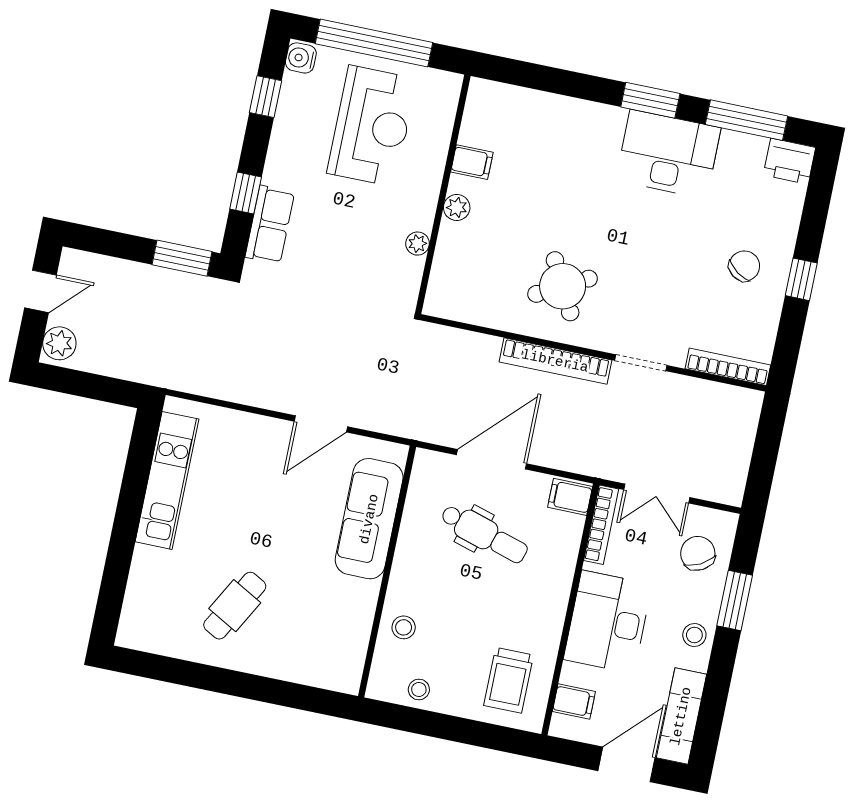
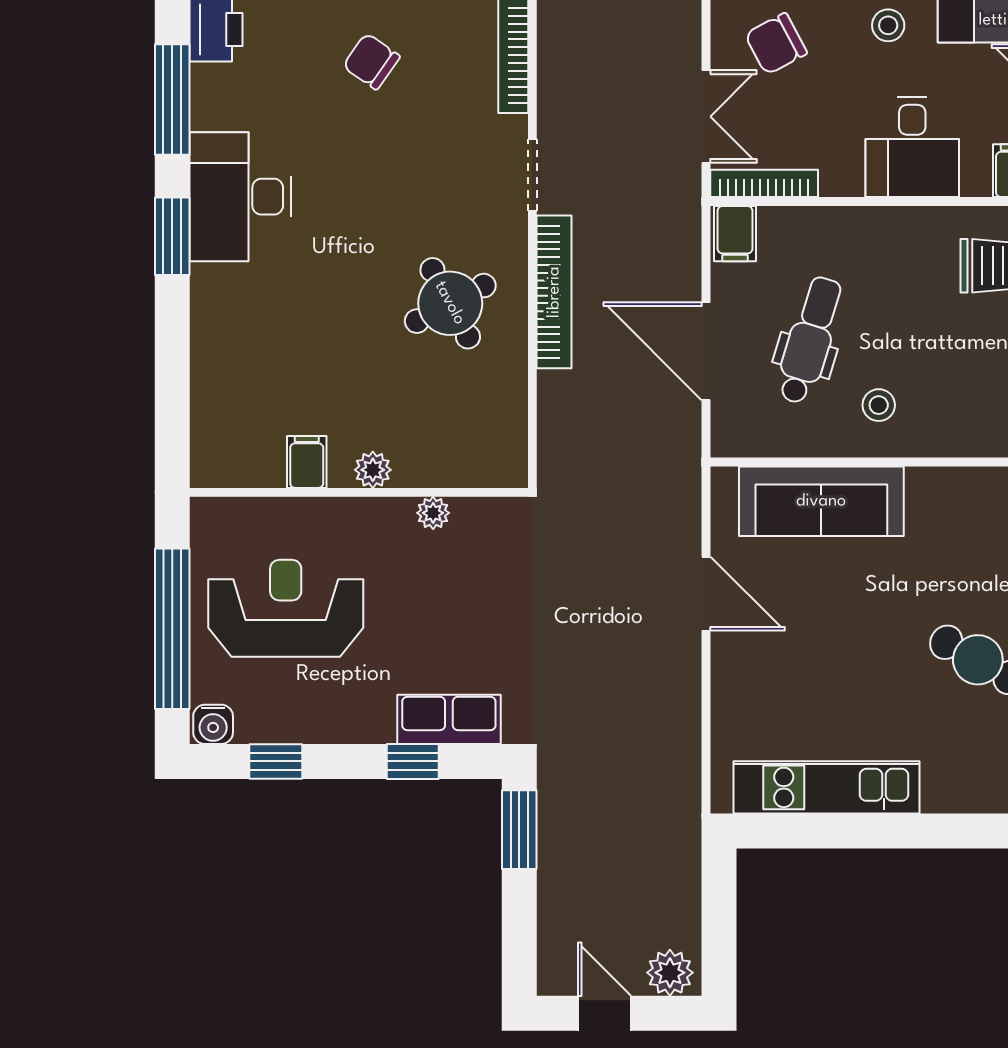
desk: (608, 622) -> (912, 147), width x0.73
stool: (404, 627) -> (879, 405), moved

